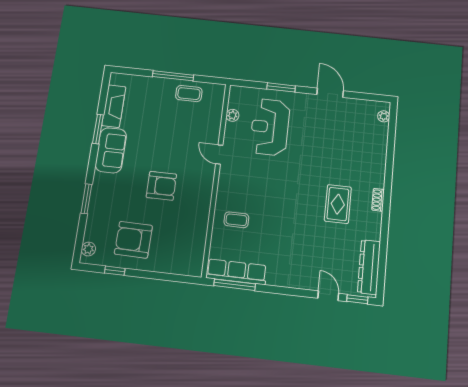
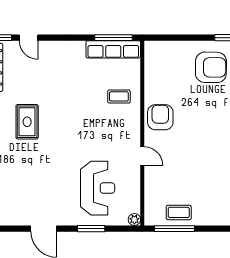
window: (173, 76) -> (174, 229), moved
plant: (232, 115) -> (134, 220), moved
armchair: (161, 186) -> (160, 117), moved, turned 90

